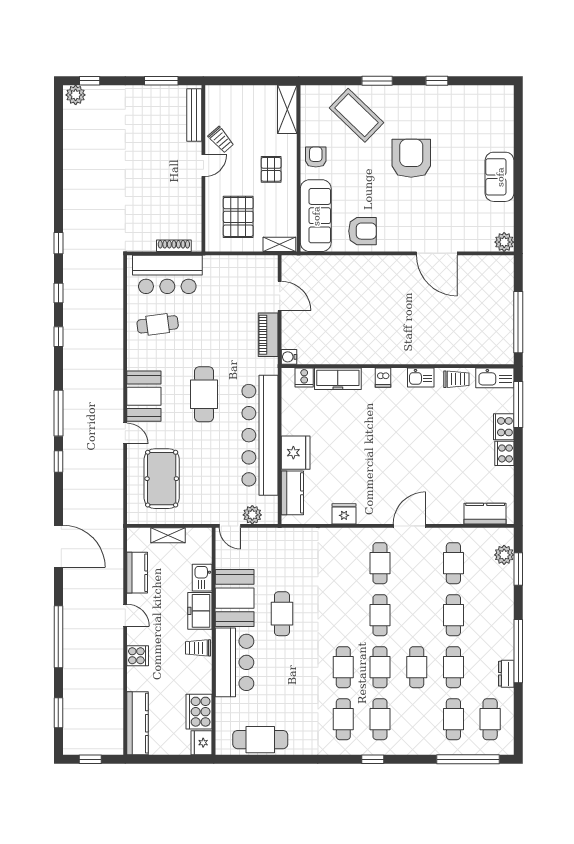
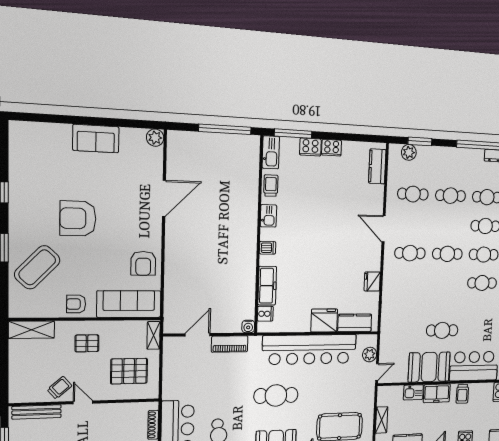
armchair: (362, 231) -> (143, 263), turned 180

